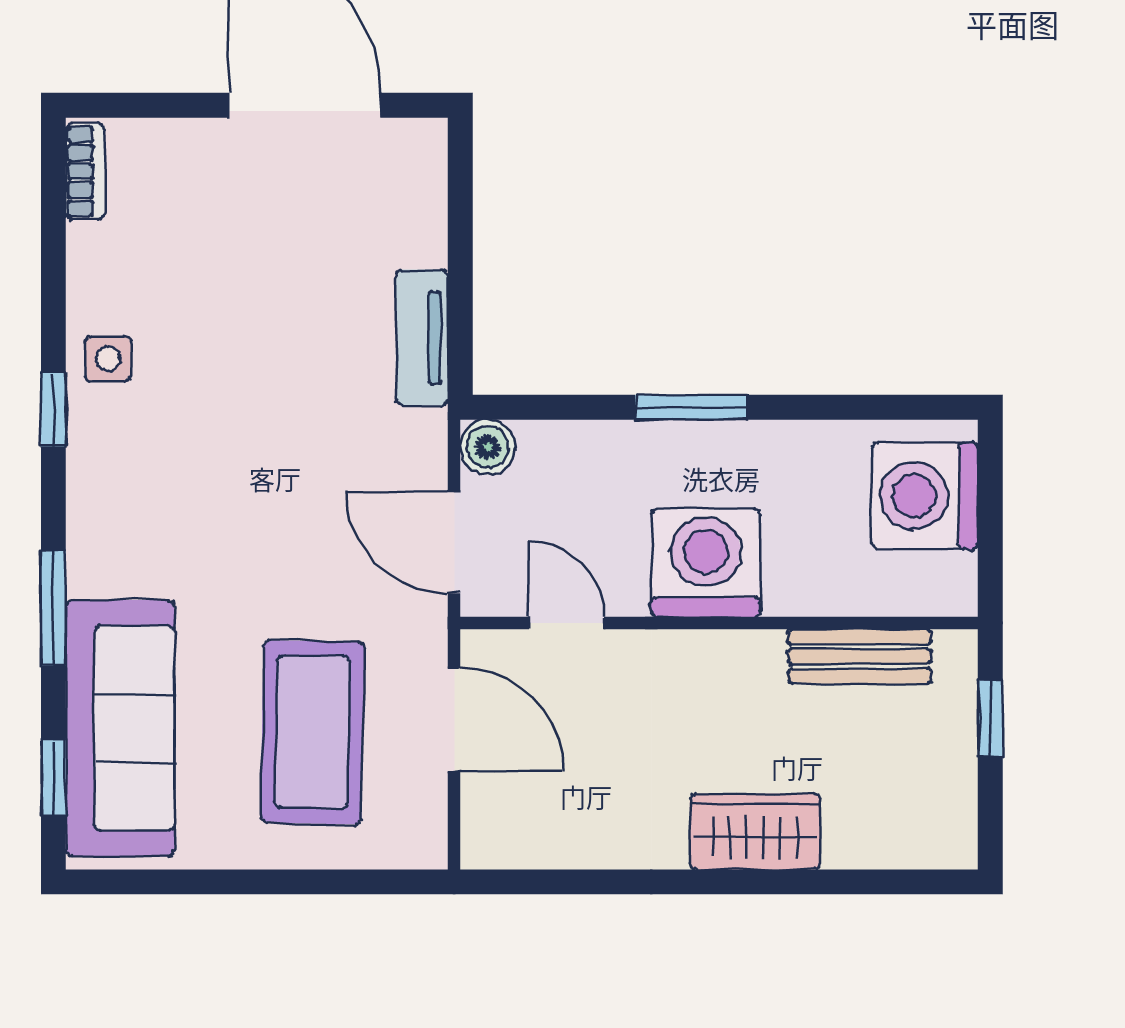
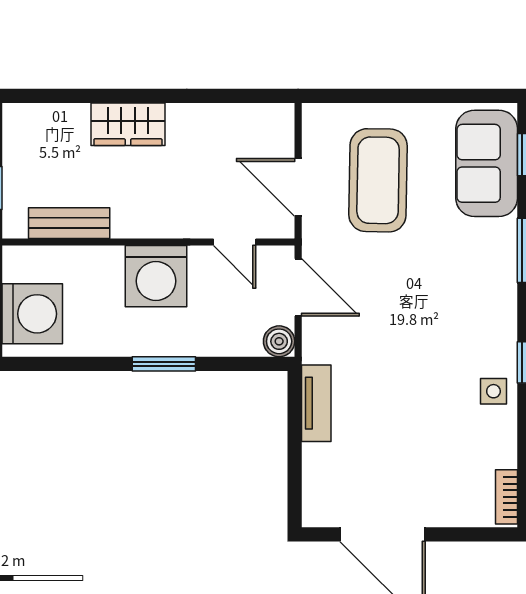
sofa: (120, 728) -> (487, 163), width x0.73

